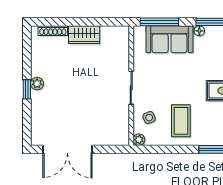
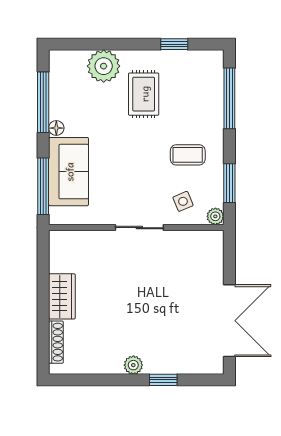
window: (27, 89) -> (163, 380), moved
coffee table: (181, 121) -> (188, 155), width x0.73, depth x0.77
window: (162, 149) -> (229, 183), added

